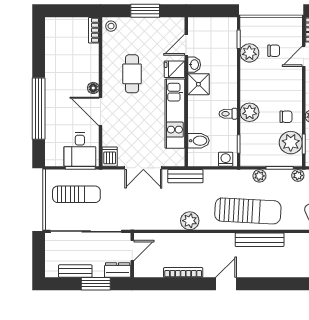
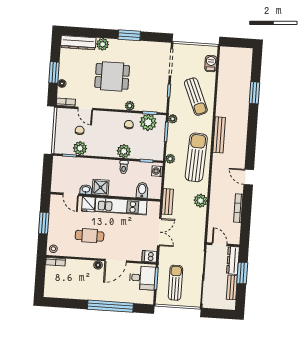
plant: (259, 176) -> (170, 159), moved
bench: (260, 240) -> (219, 135), moved
dresser: (118, 270) -> (233, 260), width x1.44

